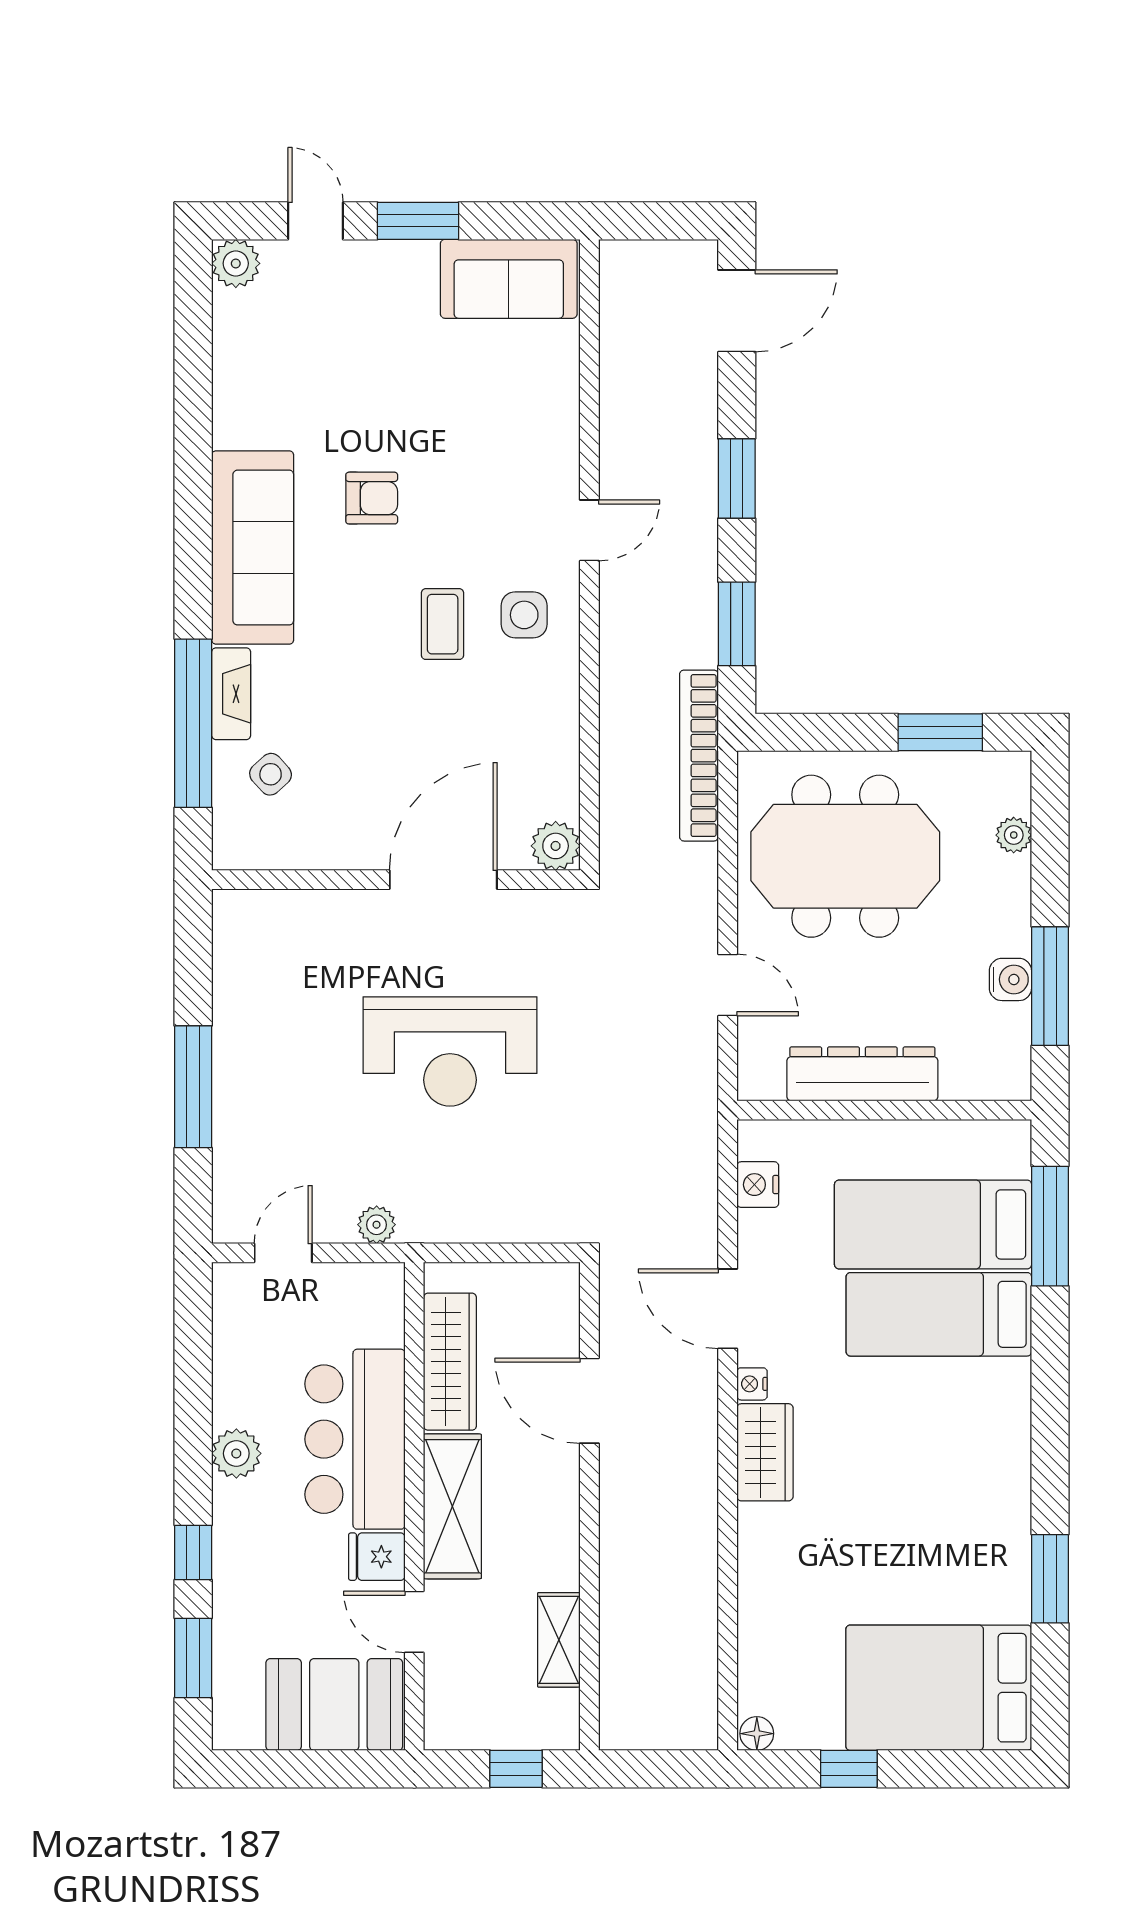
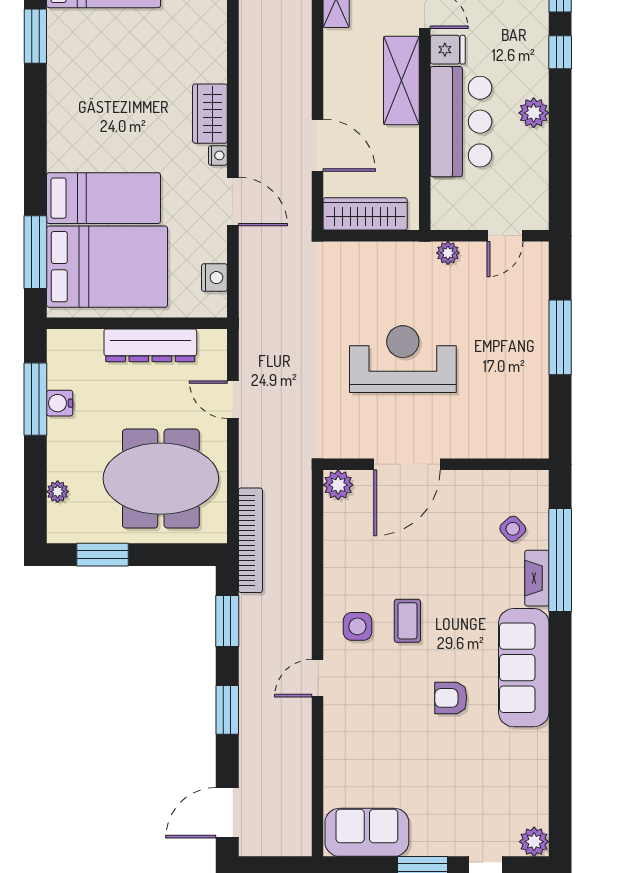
bed: (933, 1224) -> (107, 267), width x1.50
wardrobe: (450, 1362) -> (365, 214), moved, turned 90

